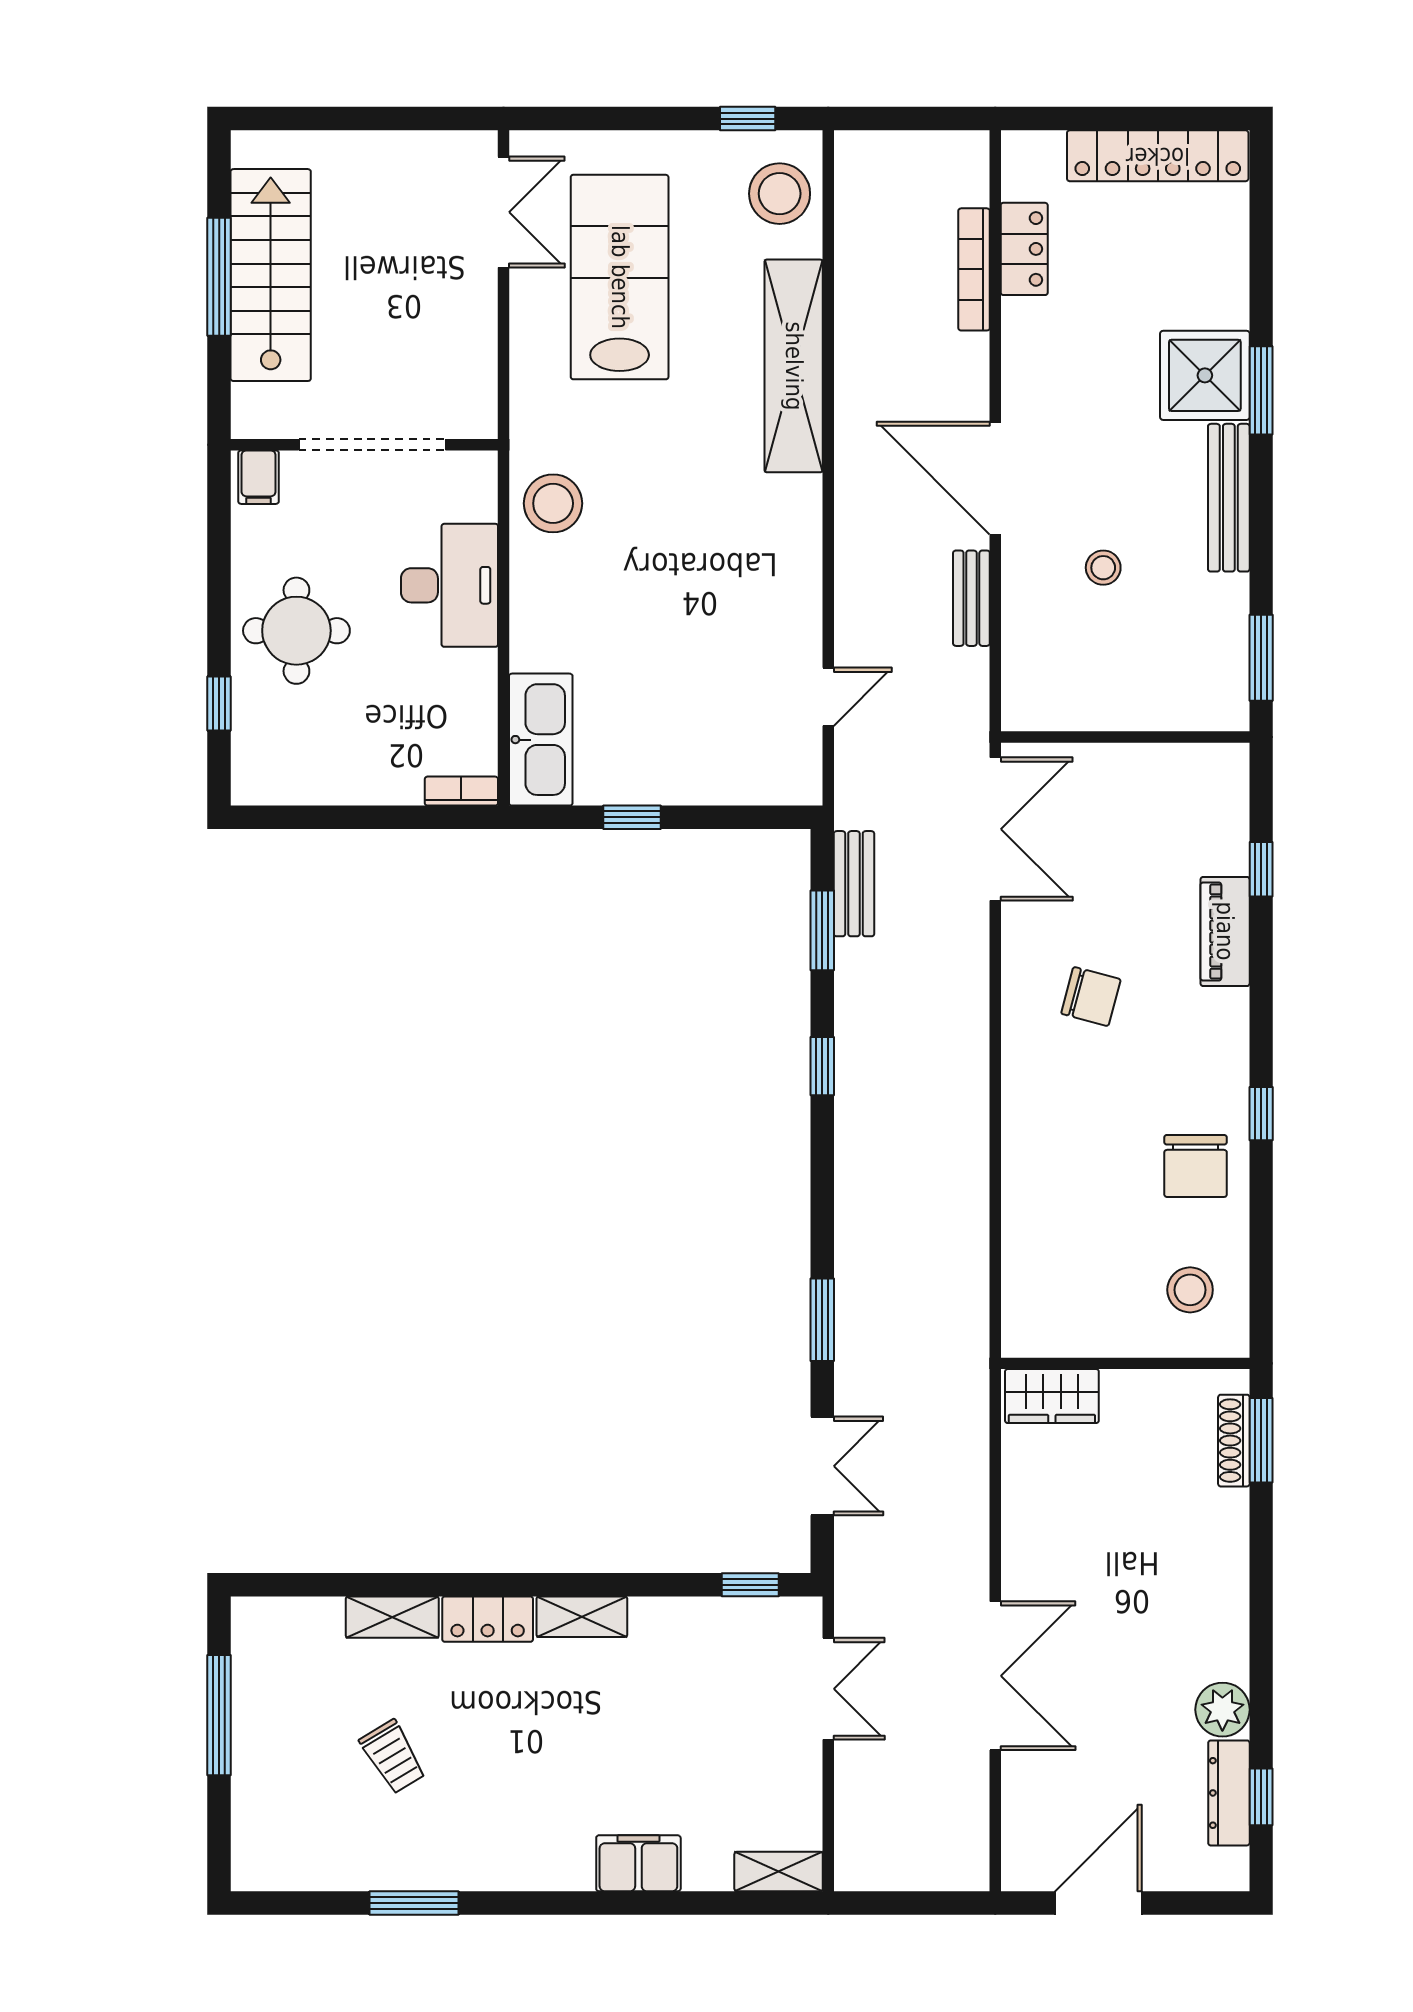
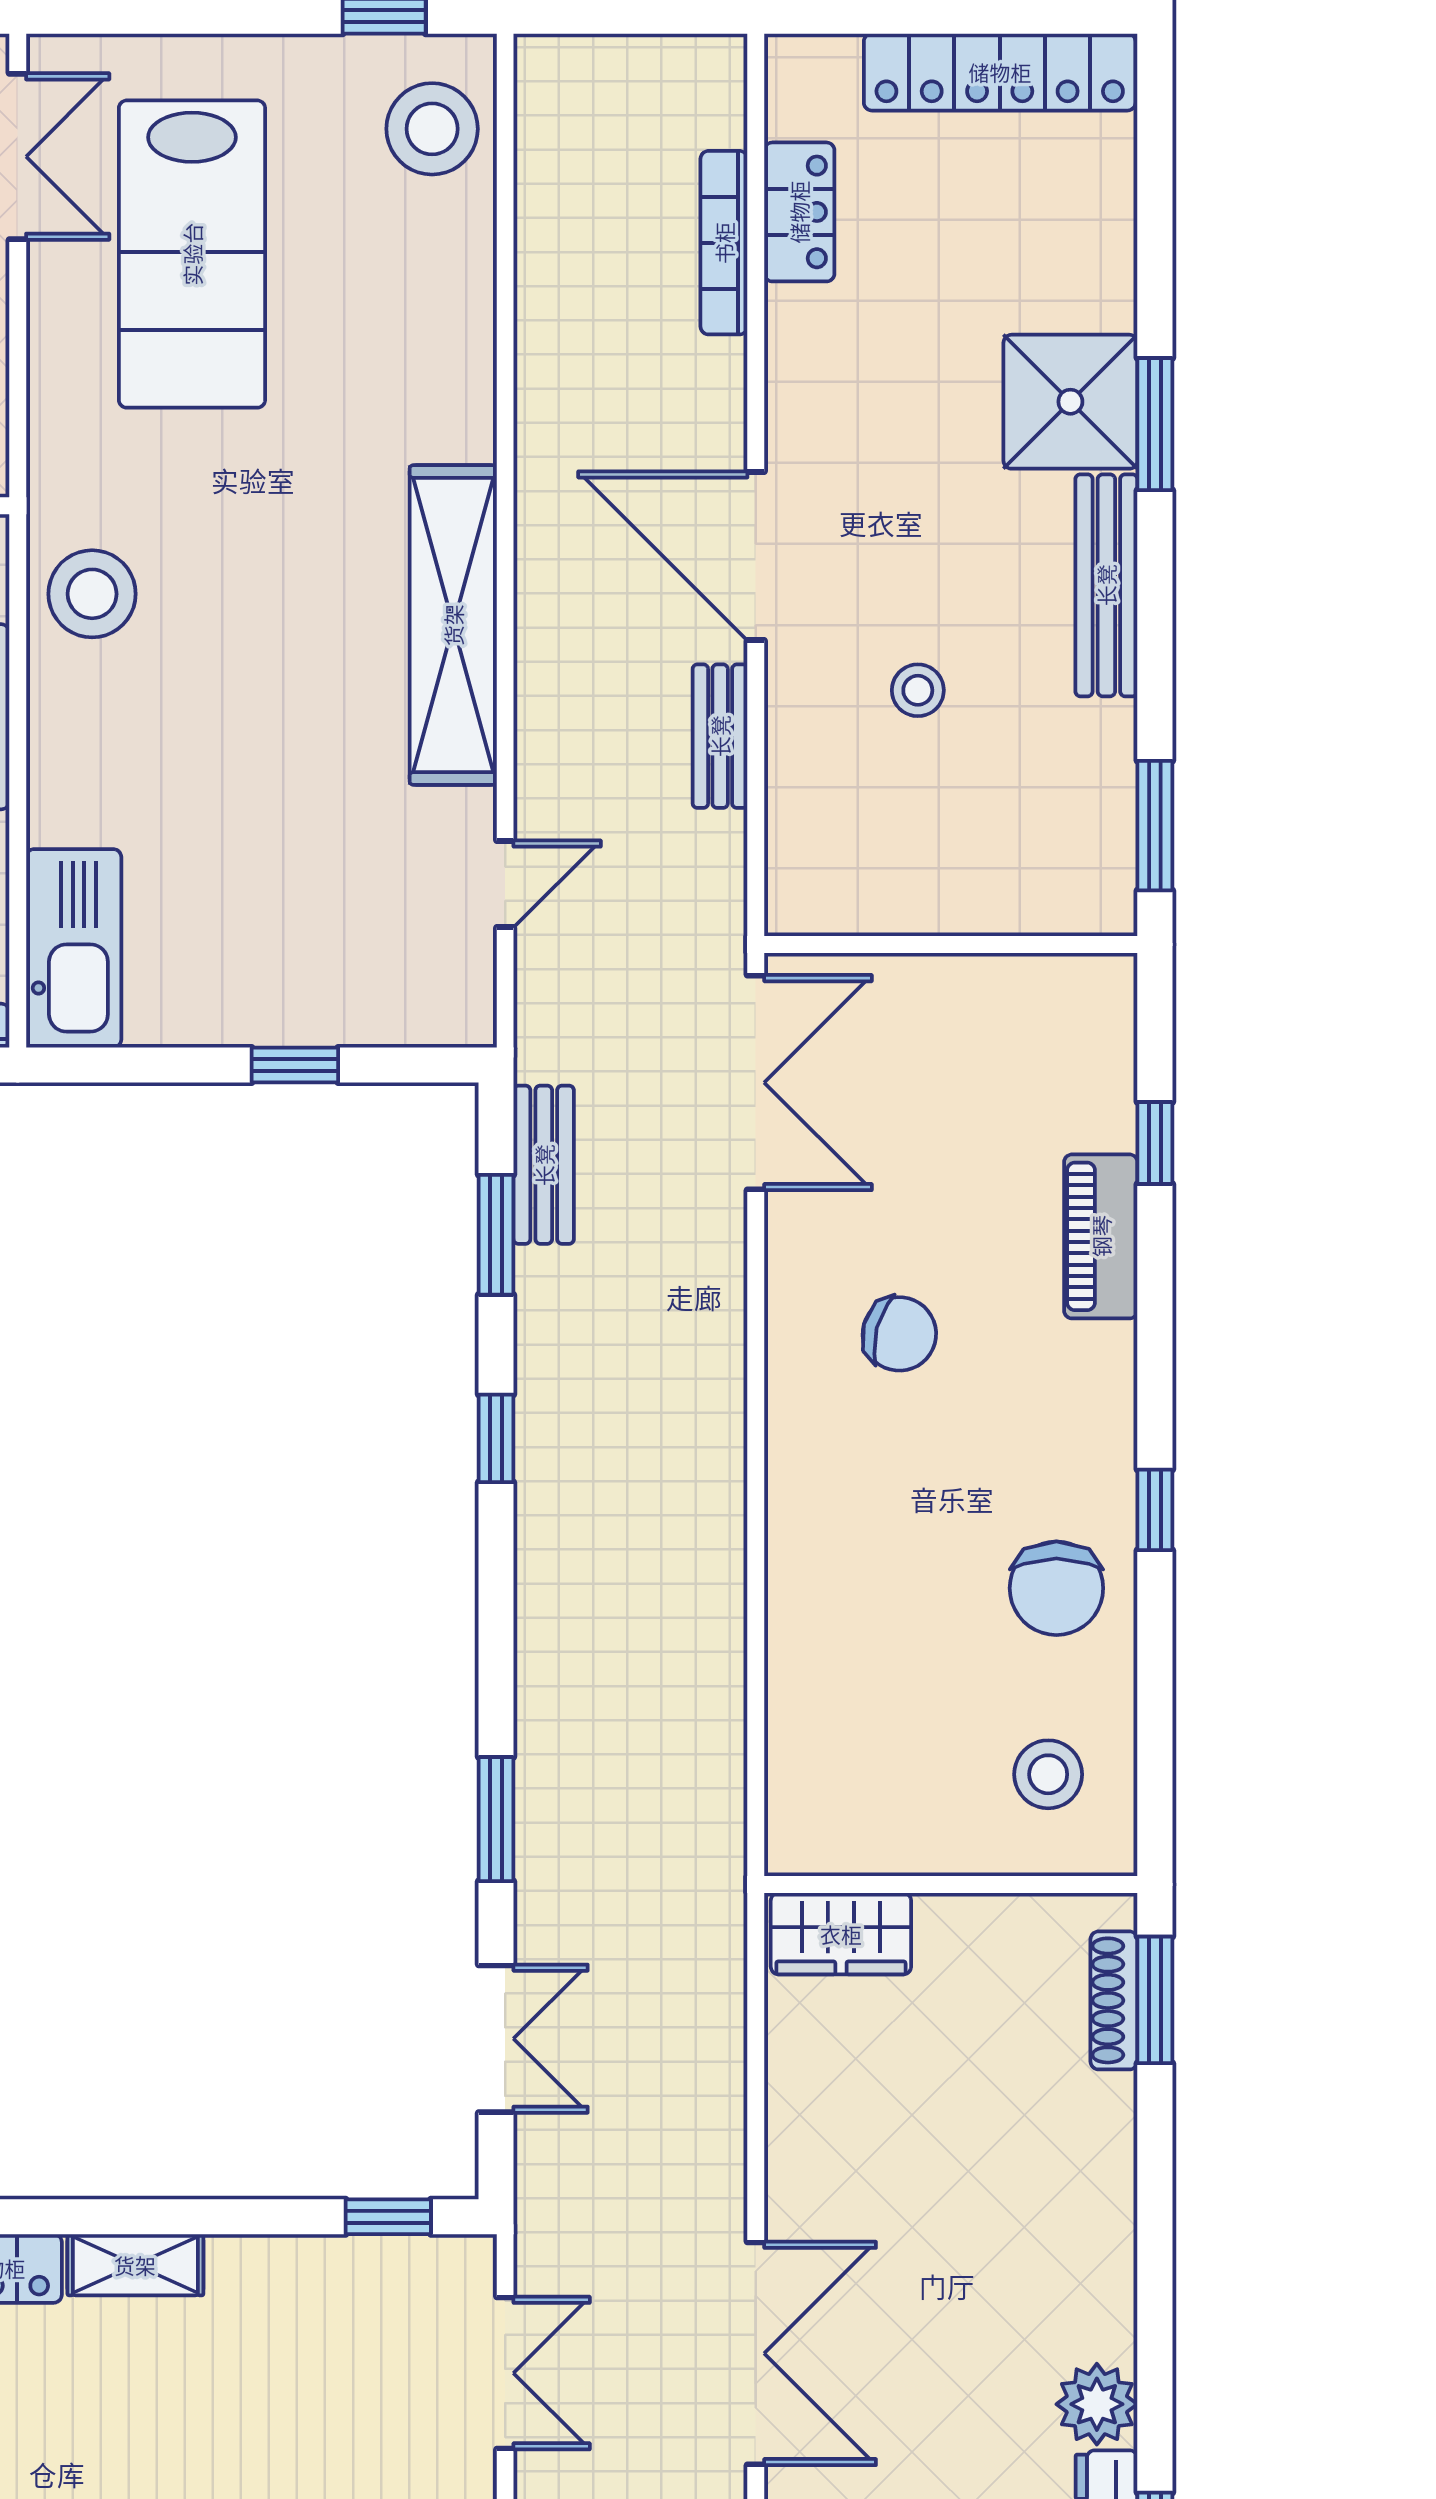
lab bench: (620, 277) -> (192, 254), turned 180
shelving: (794, 366) -> (453, 625), moved
window: (632, 817) -> (295, 1065), moved

